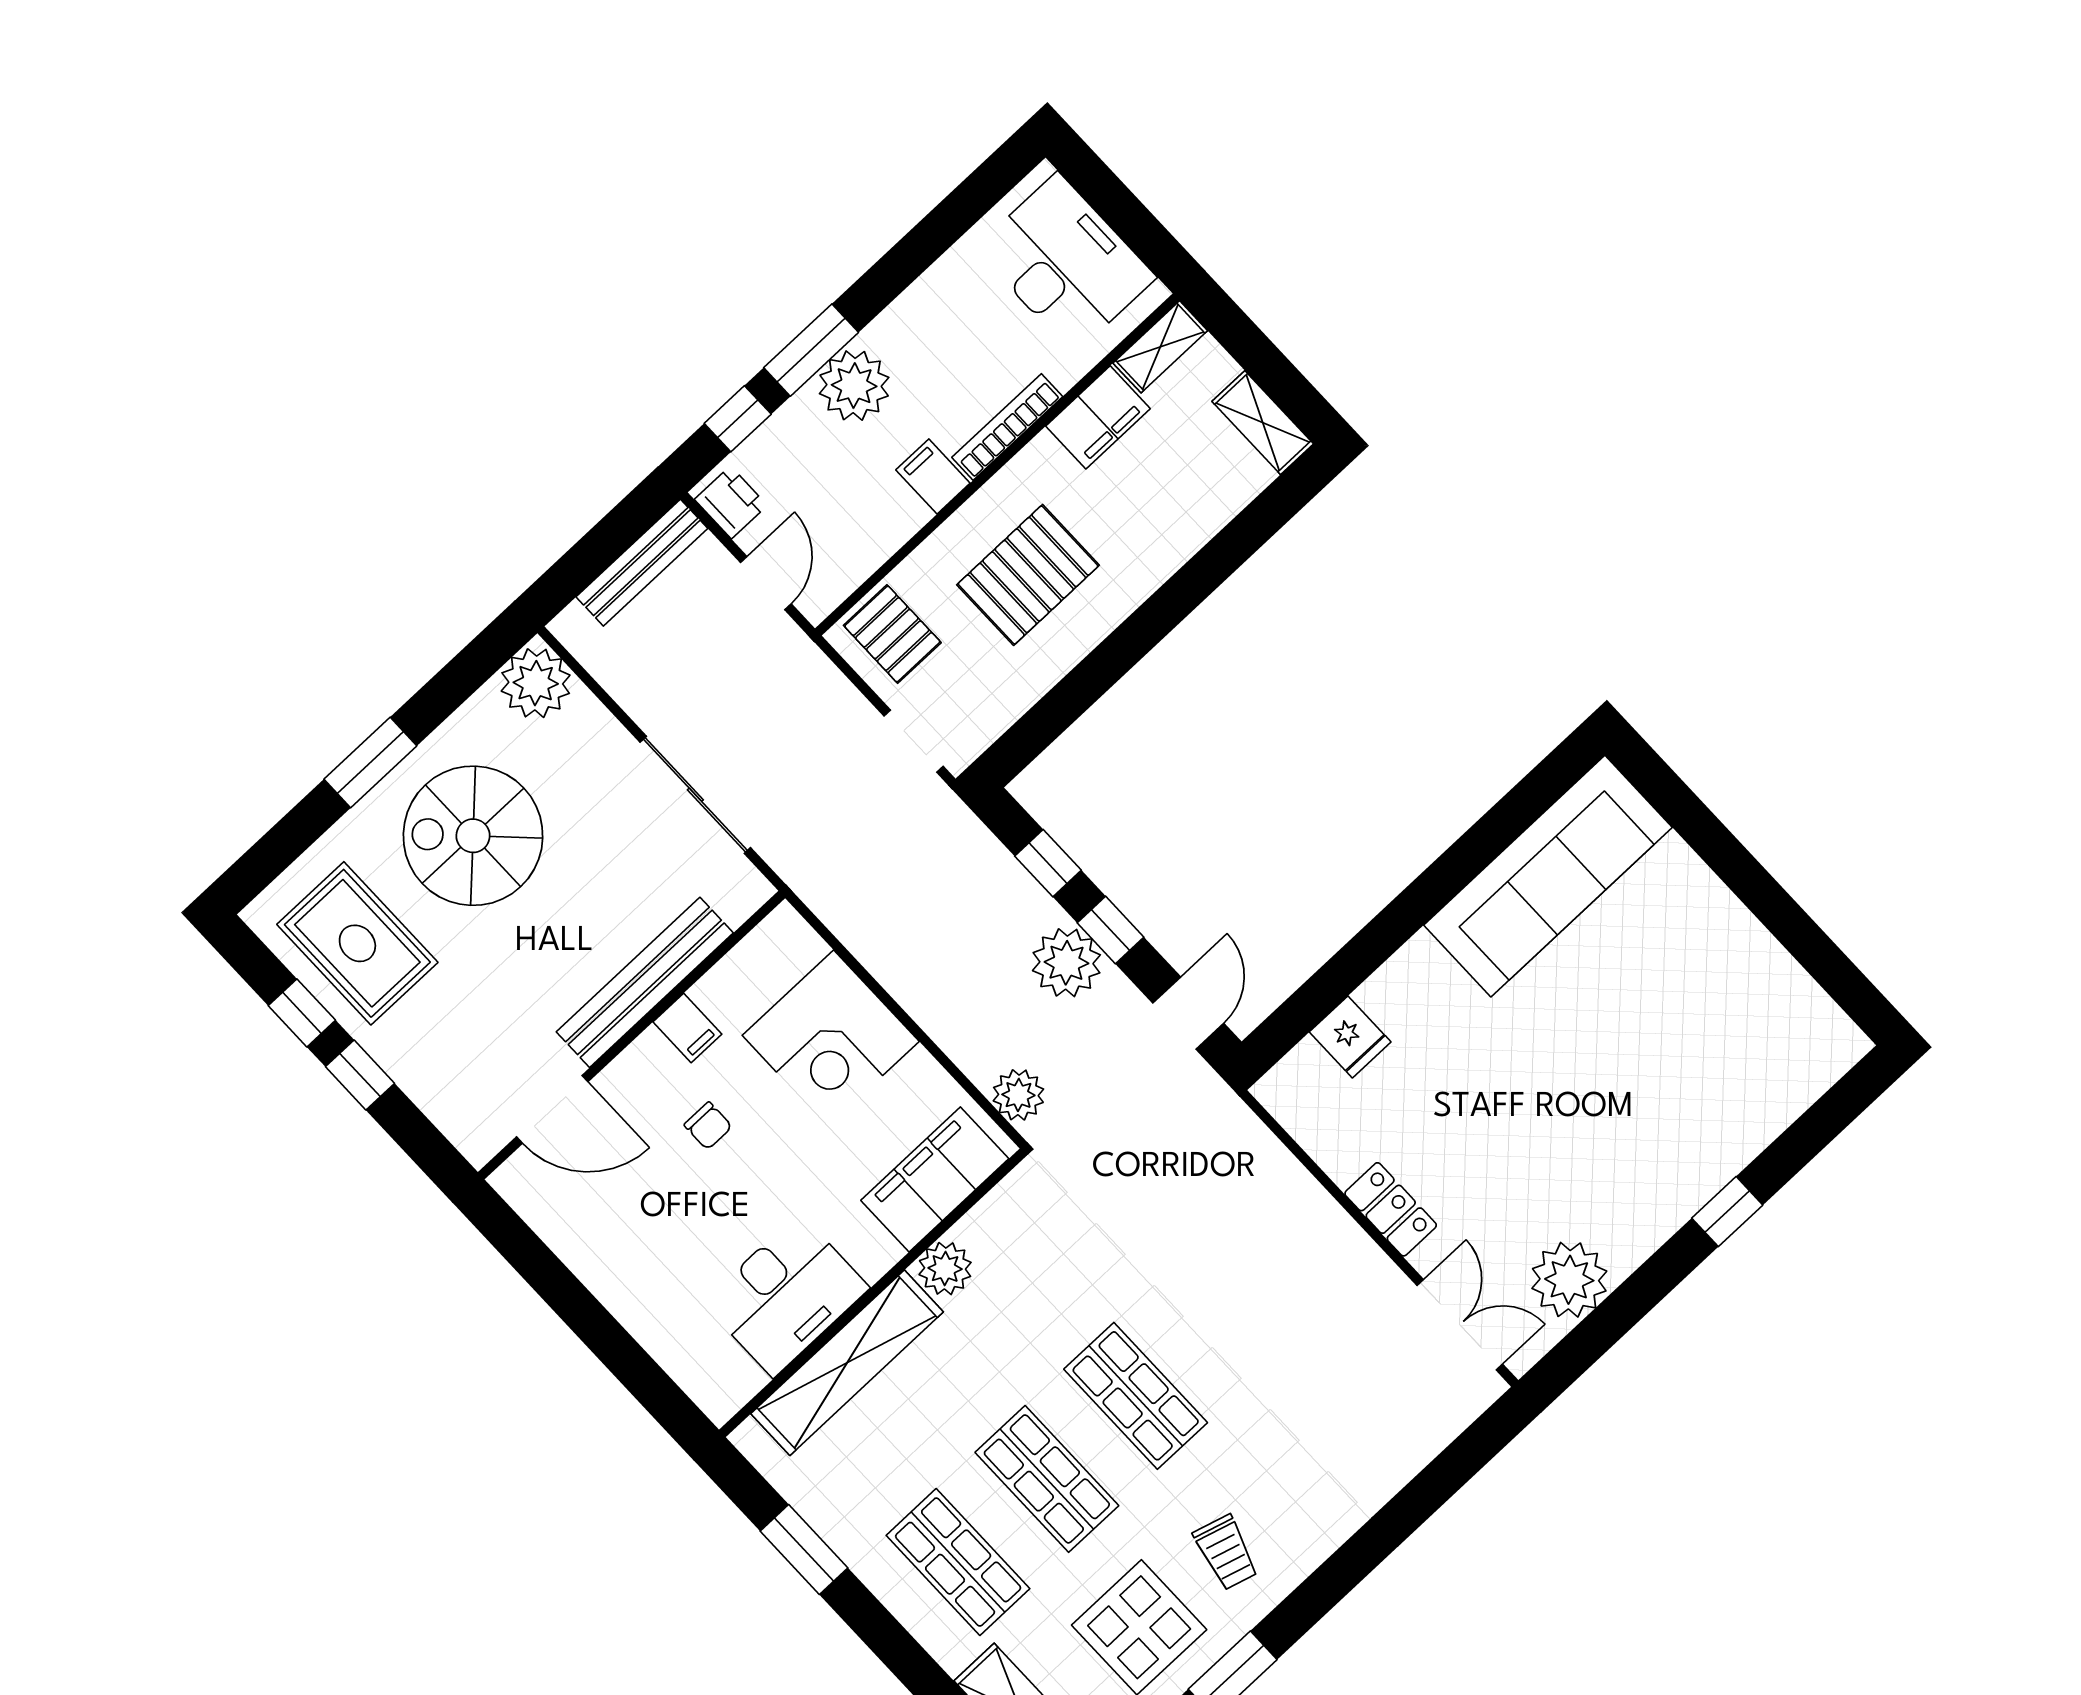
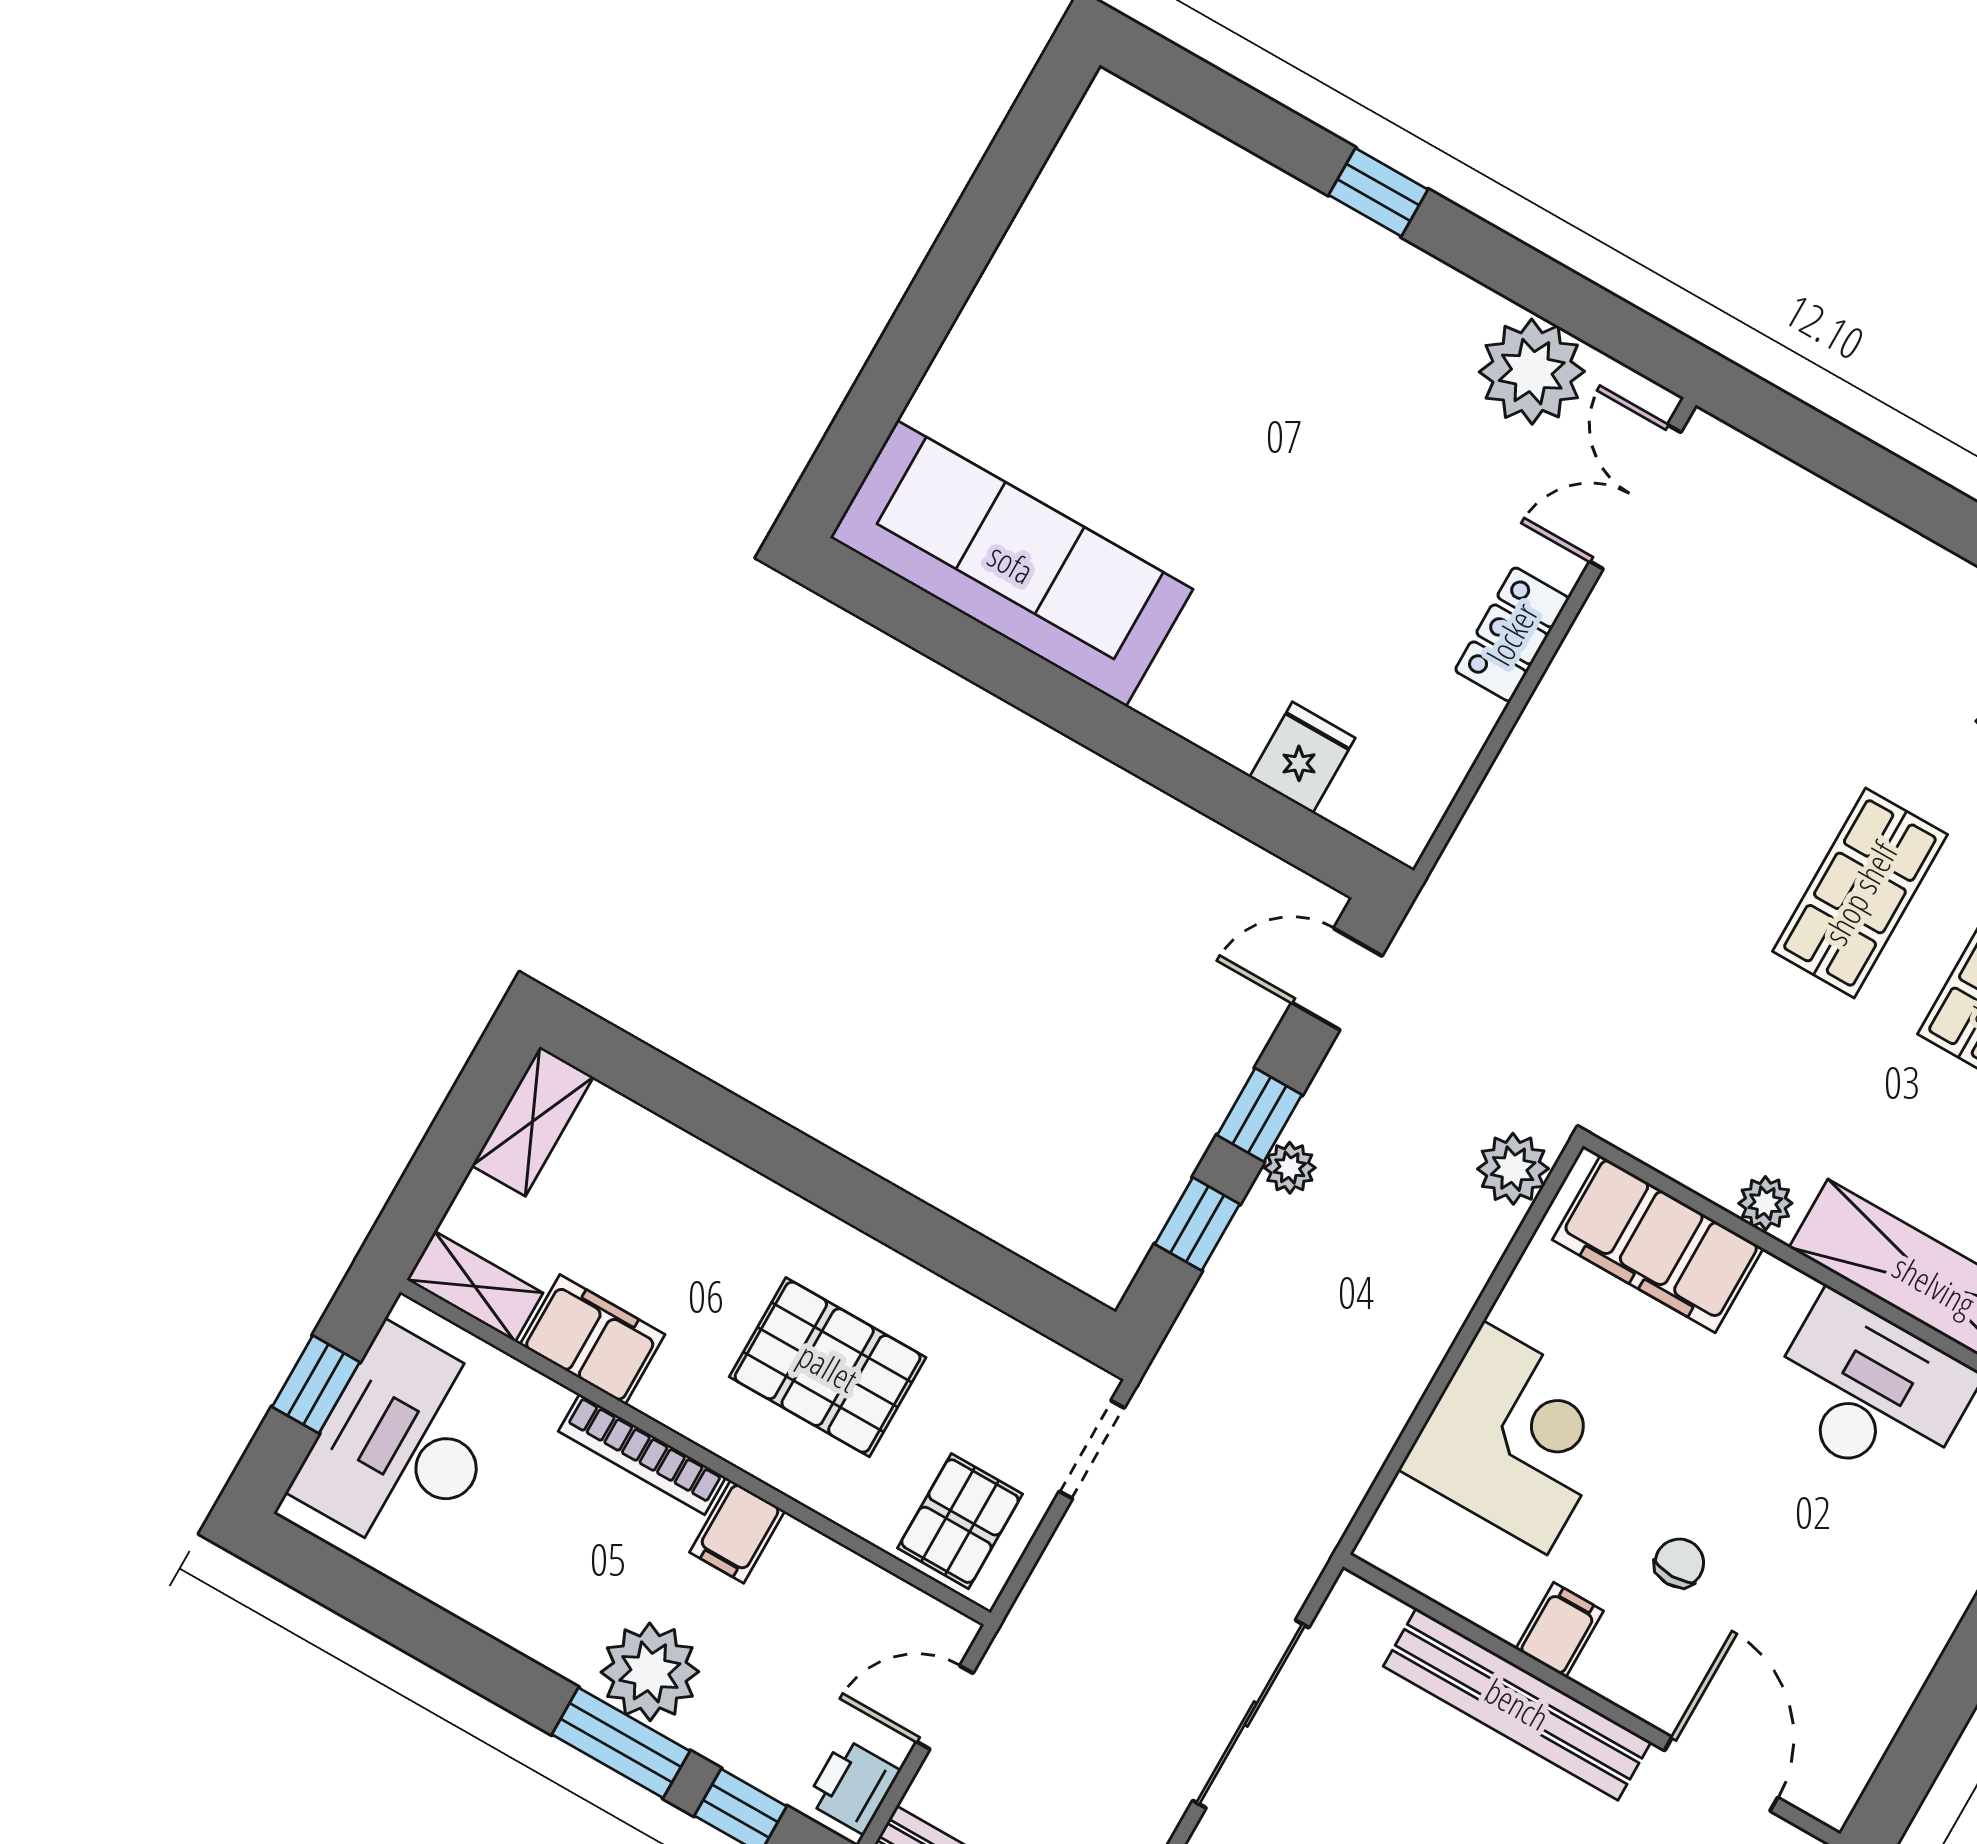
window: (1126, 215) -> (316, 1384), added
plant: (1066, 963) -> (1290, 1168), width x0.53, depth x0.53
plant: (945, 1269) -> (1765, 1203), width x0.73, depth x0.73

